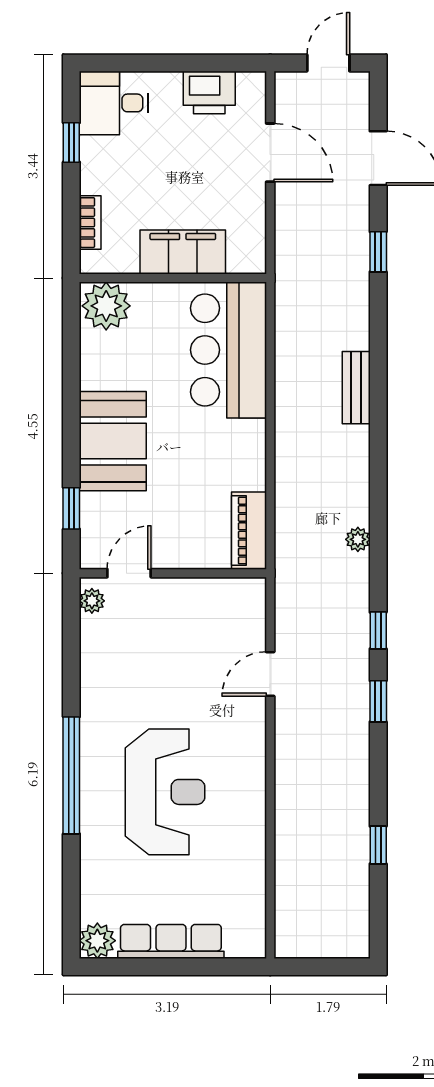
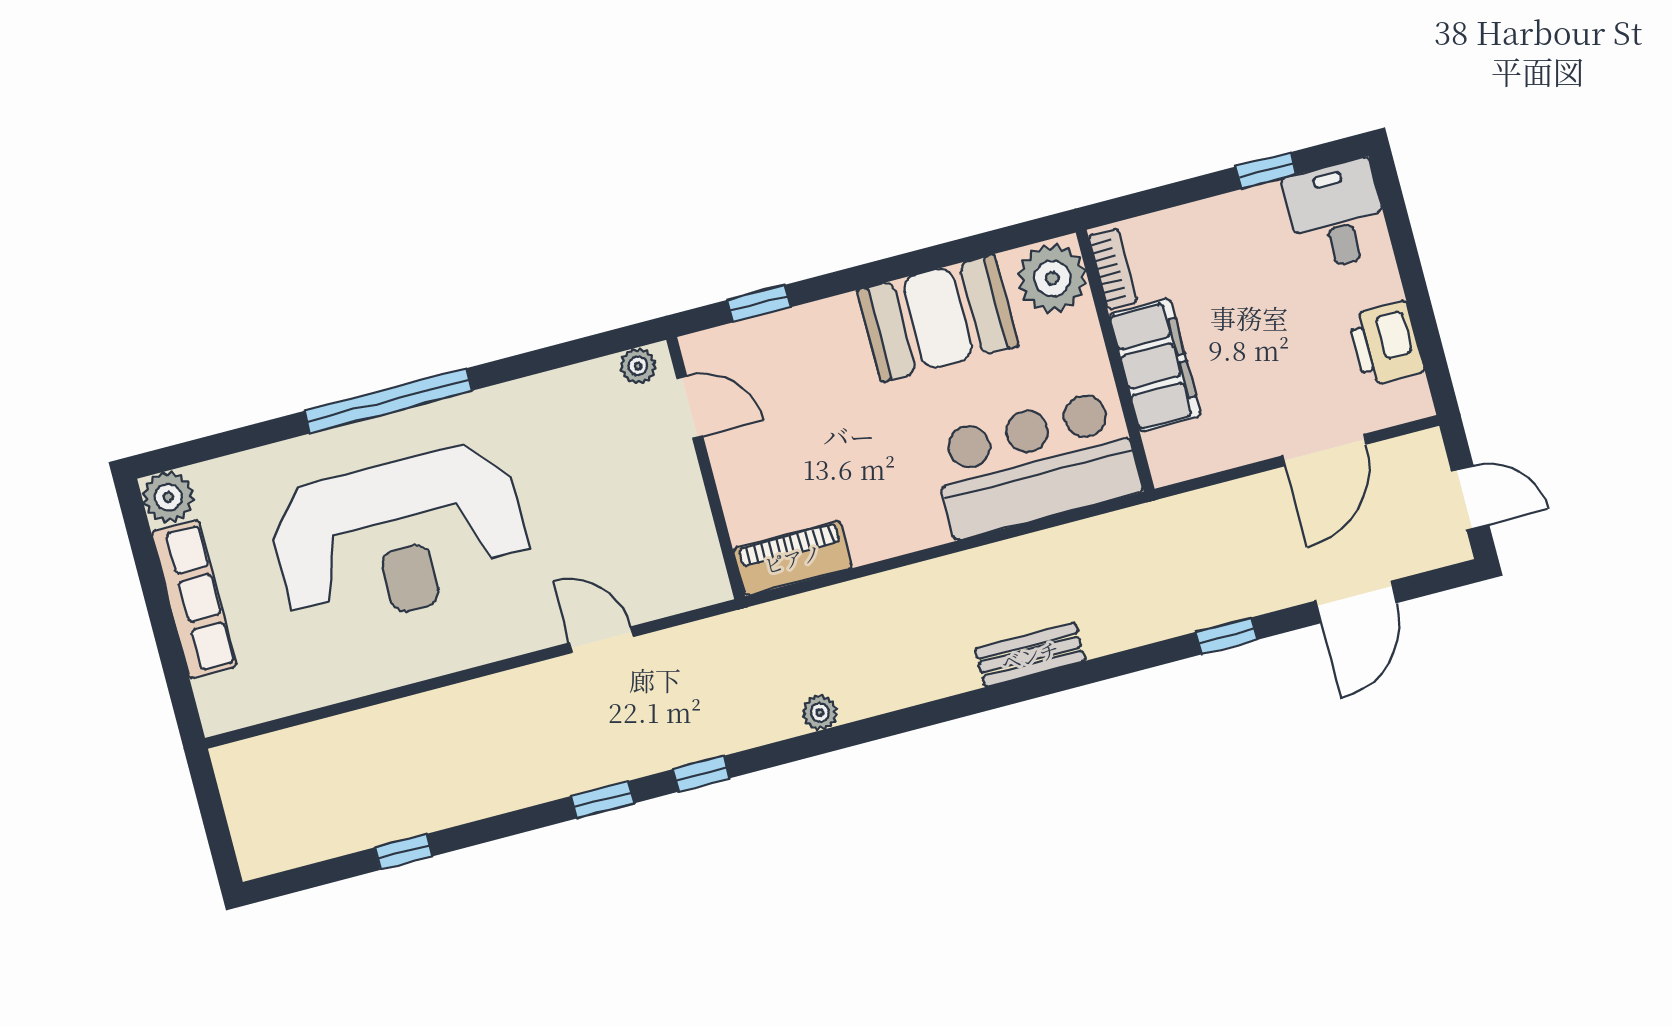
bookcase: (90, 223) -> (1113, 269), moved, turned -90
booth: (113, 441) -> (938, 318), moved
reception desk: (165, 792) -> (399, 537), width x1.36, depth x1.30

